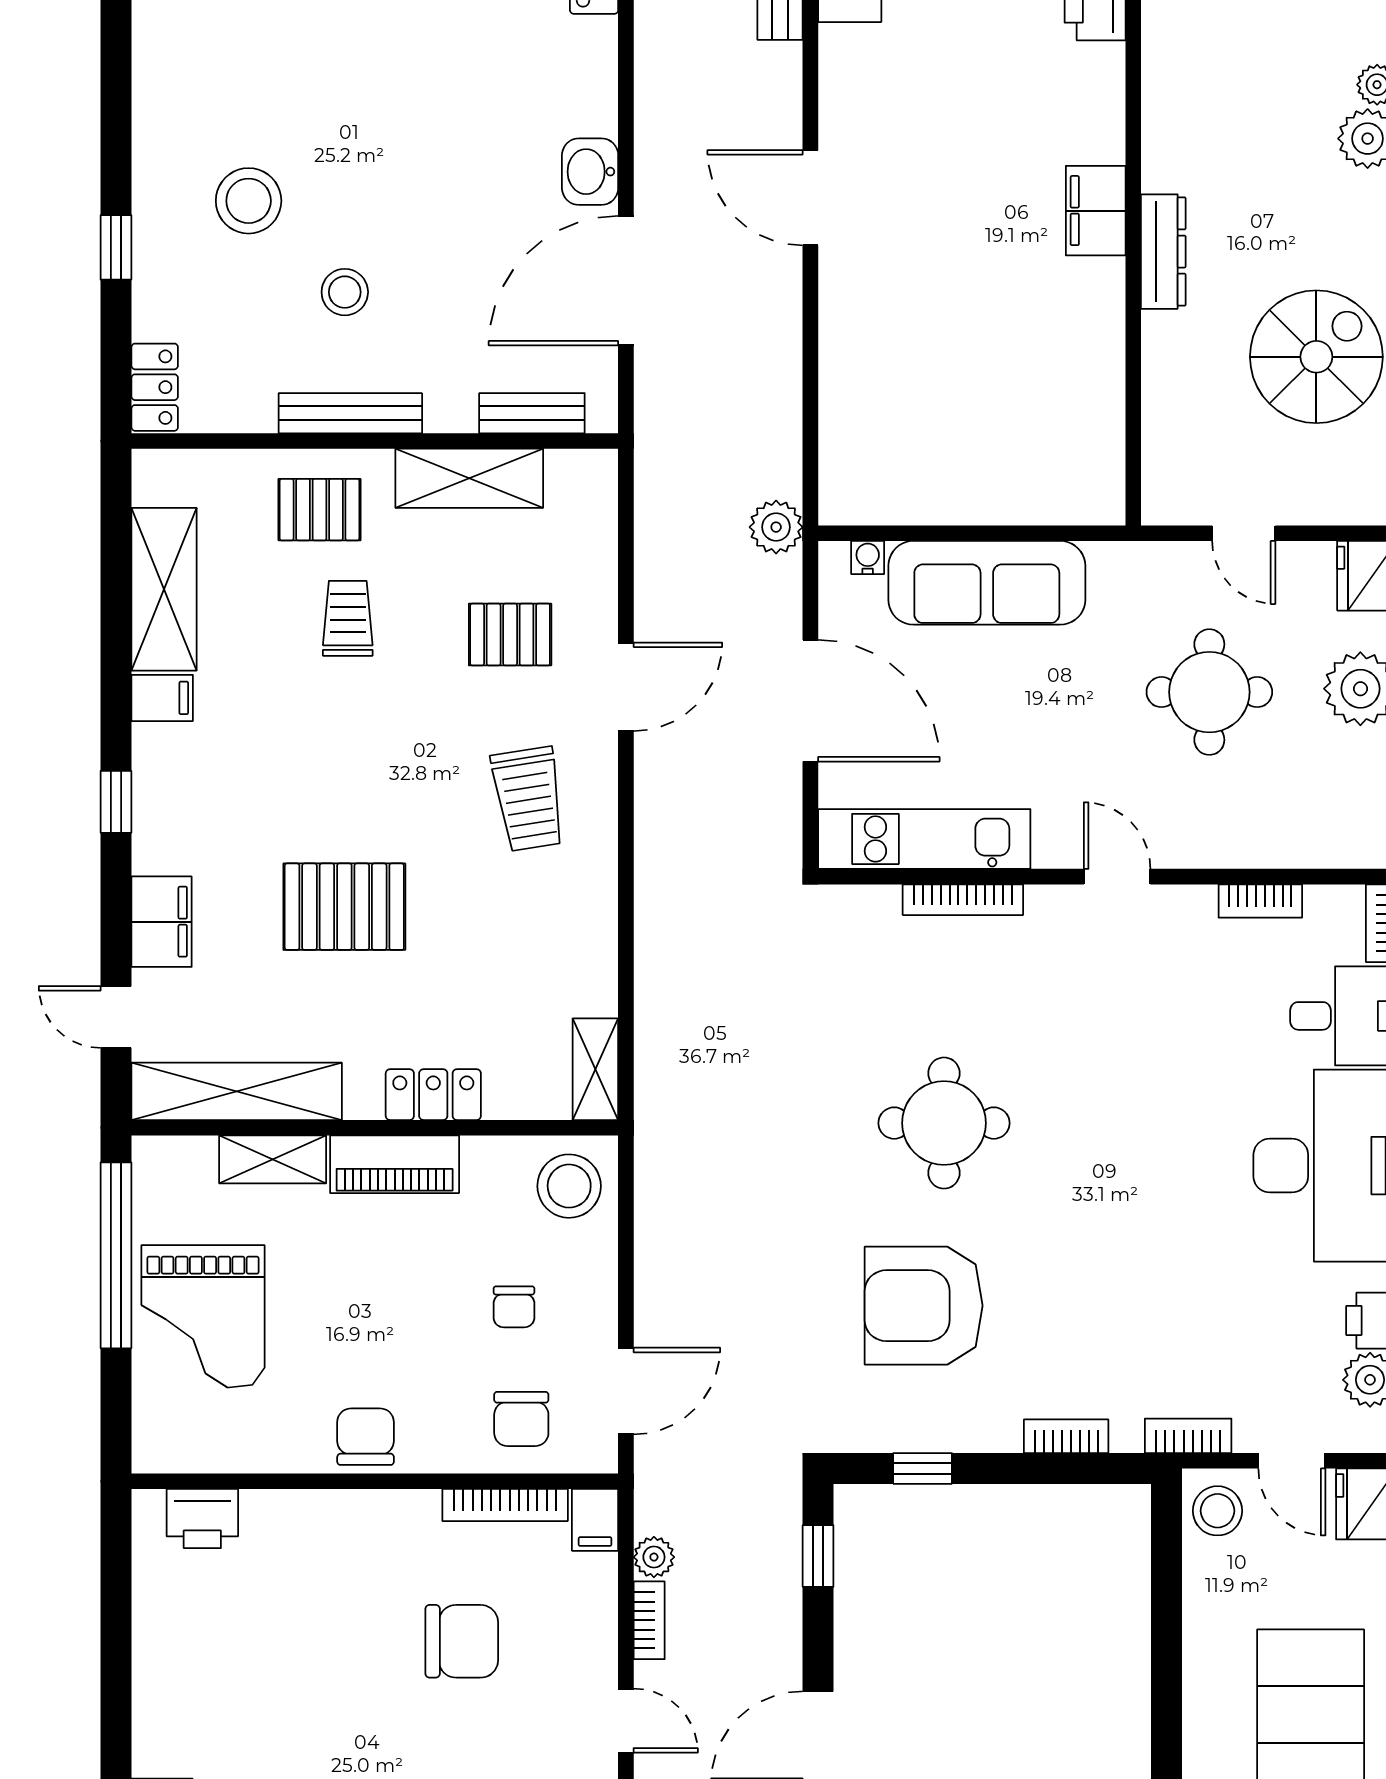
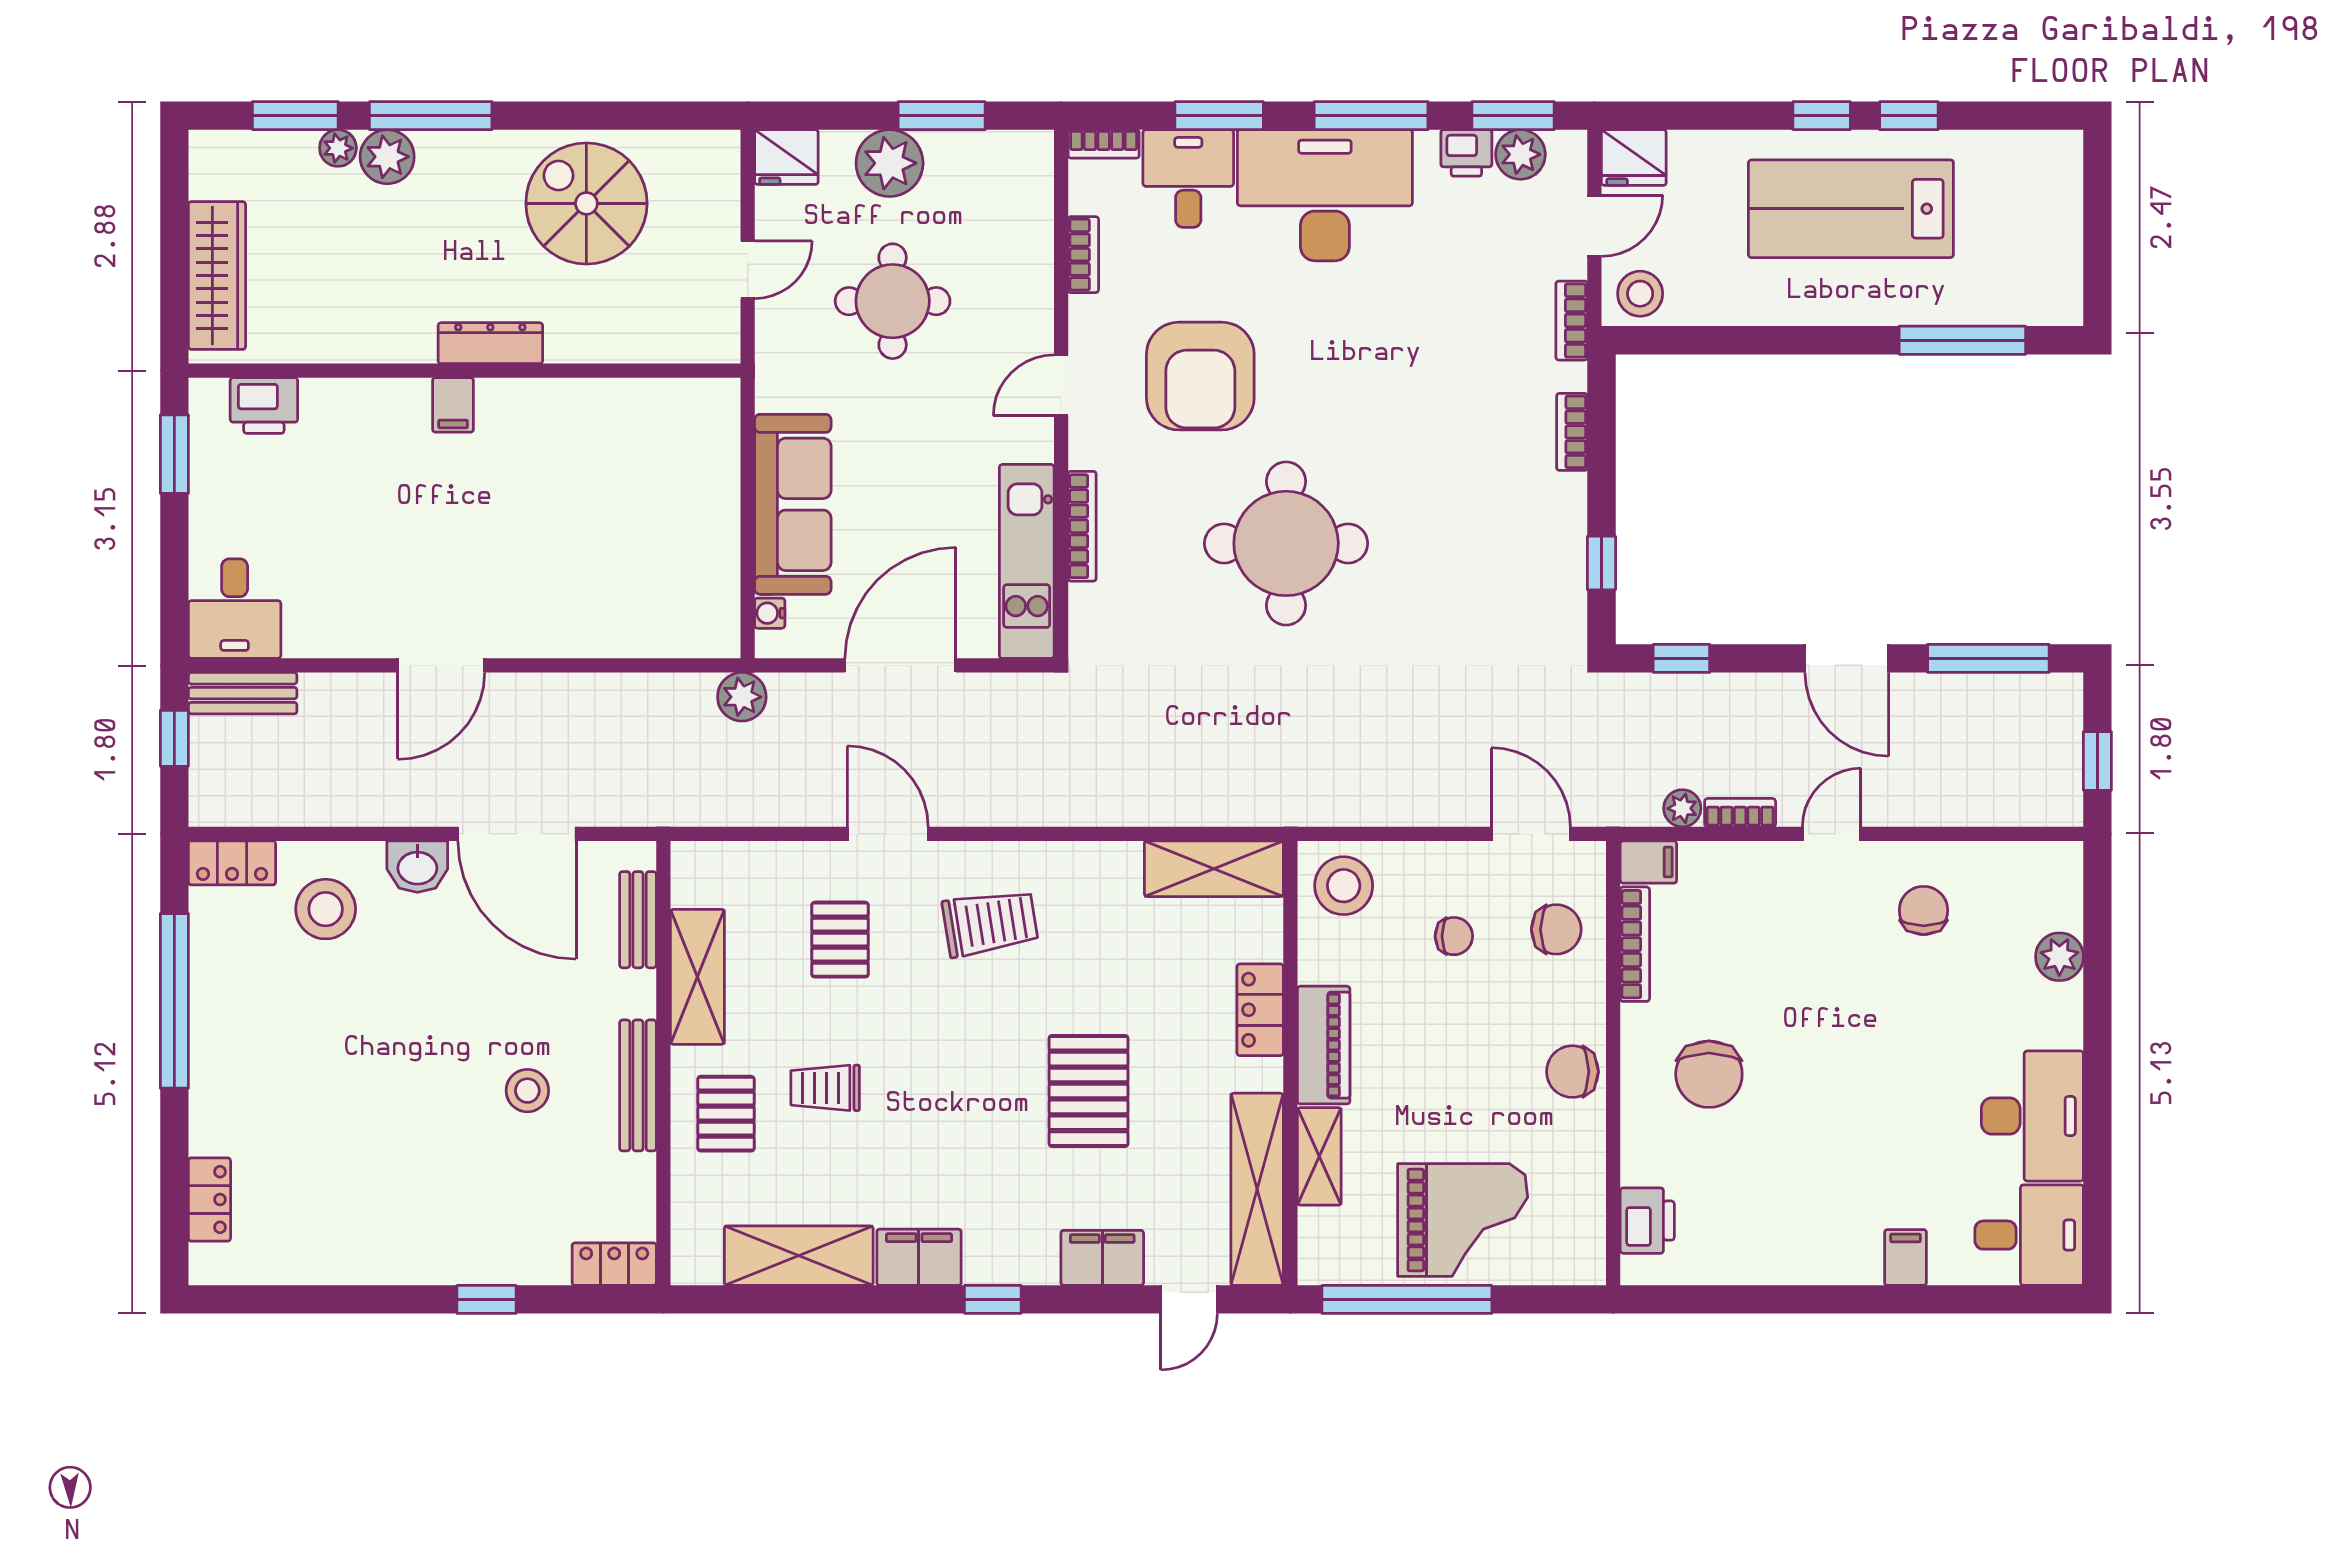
stool: (249, 201) -> (326, 909), moved
filing cabinet: (1096, 211) -> (453, 405), width x0.50
filing cabinet: (162, 698) -> (919, 1257), width x2.00
shelving: (595, 1069) -> (1214, 869), width x1.50, depth x1.33
round table: (944, 1123) -> (1286, 543), width x1.36, depth x1.36
armchair: (924, 1306) -> (1200, 376), moved
chair: (462, 1641) -> (1709, 1074), moved, turned 180

